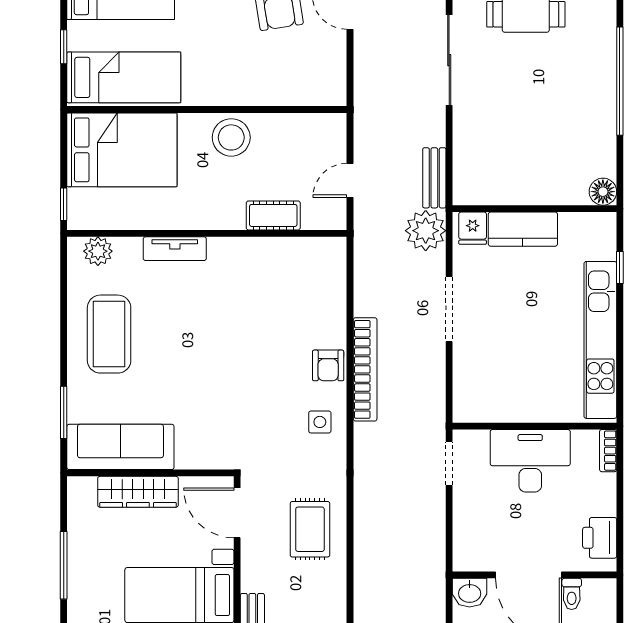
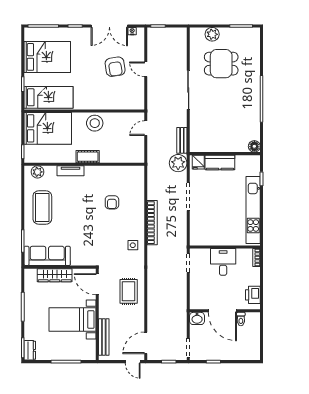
door: (350, 180) -> (146, 128), moved
cot: (273, 215) -> (88, 157), moved
armchair: (328, 365) -> (112, 202), moved
desk: (530, 461) -> (223, 262), width x0.73

